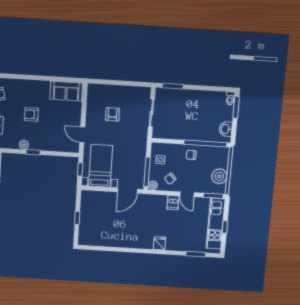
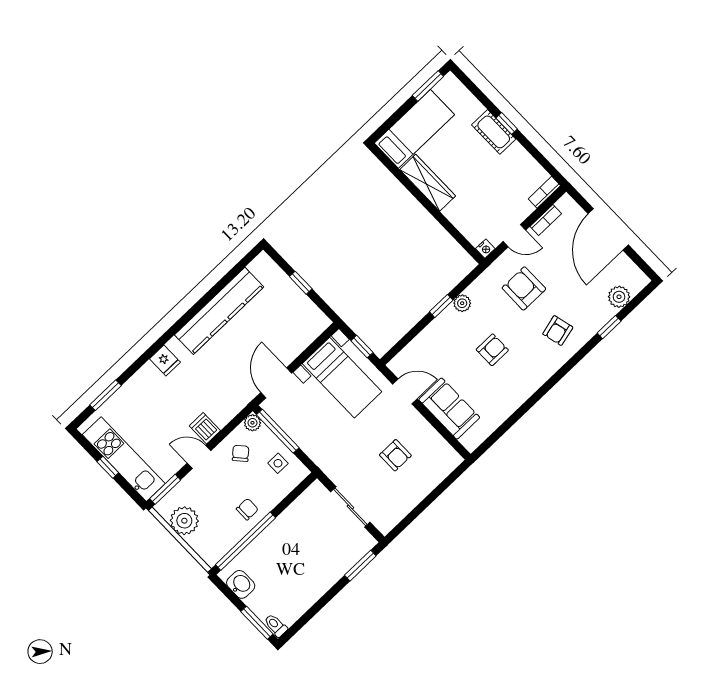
sofa: (66, 91) -> (449, 409), moved, turned 90
kitchen counter: (119, 240) -> (219, 311), added

